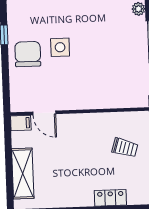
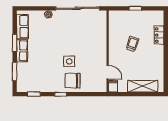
door: (44, 113) -> (108, 72), hinge flipped
trolley: (125, 148) -> (132, 44), moved

